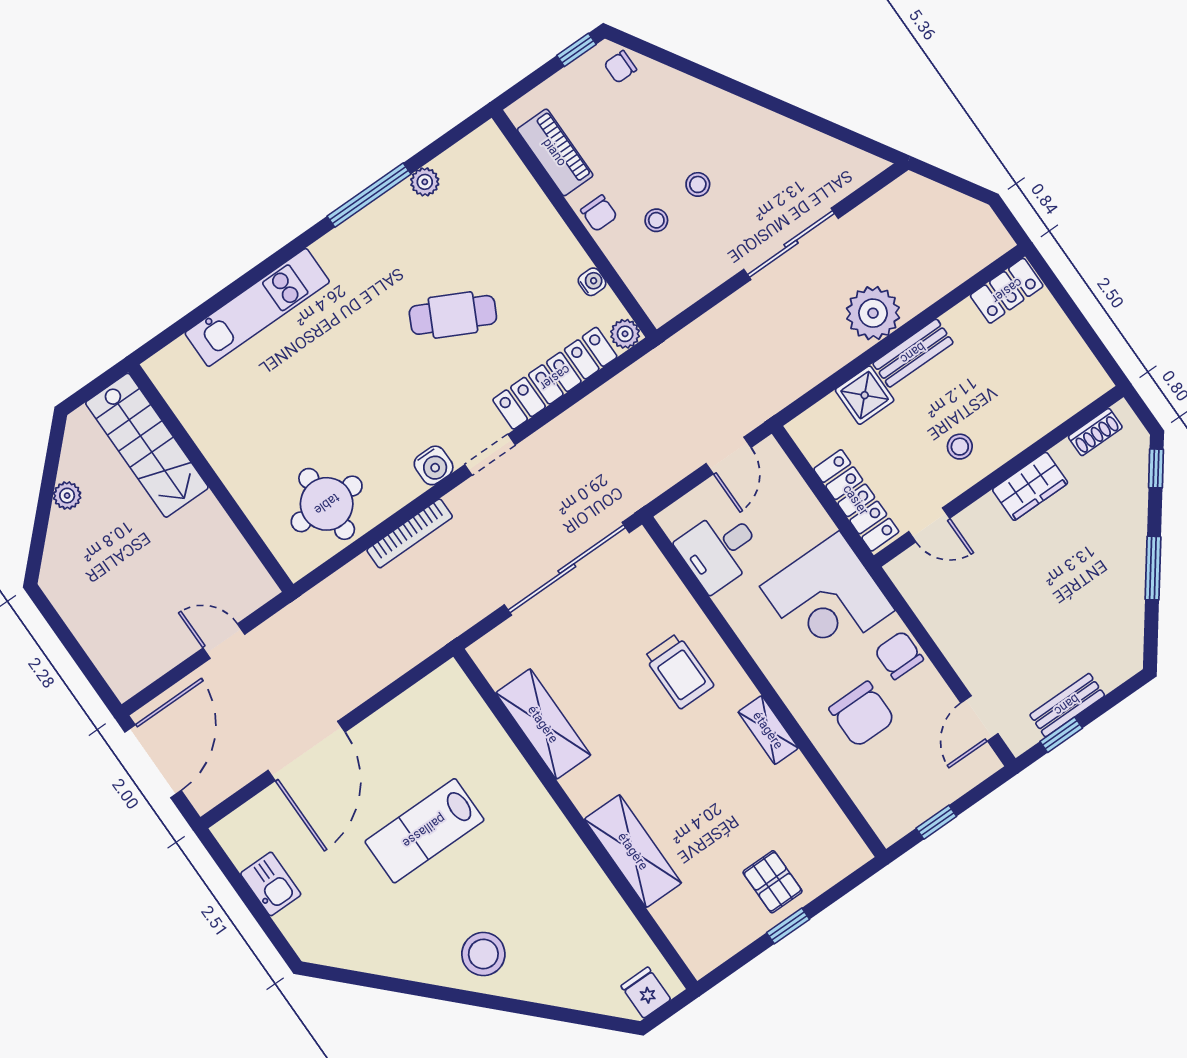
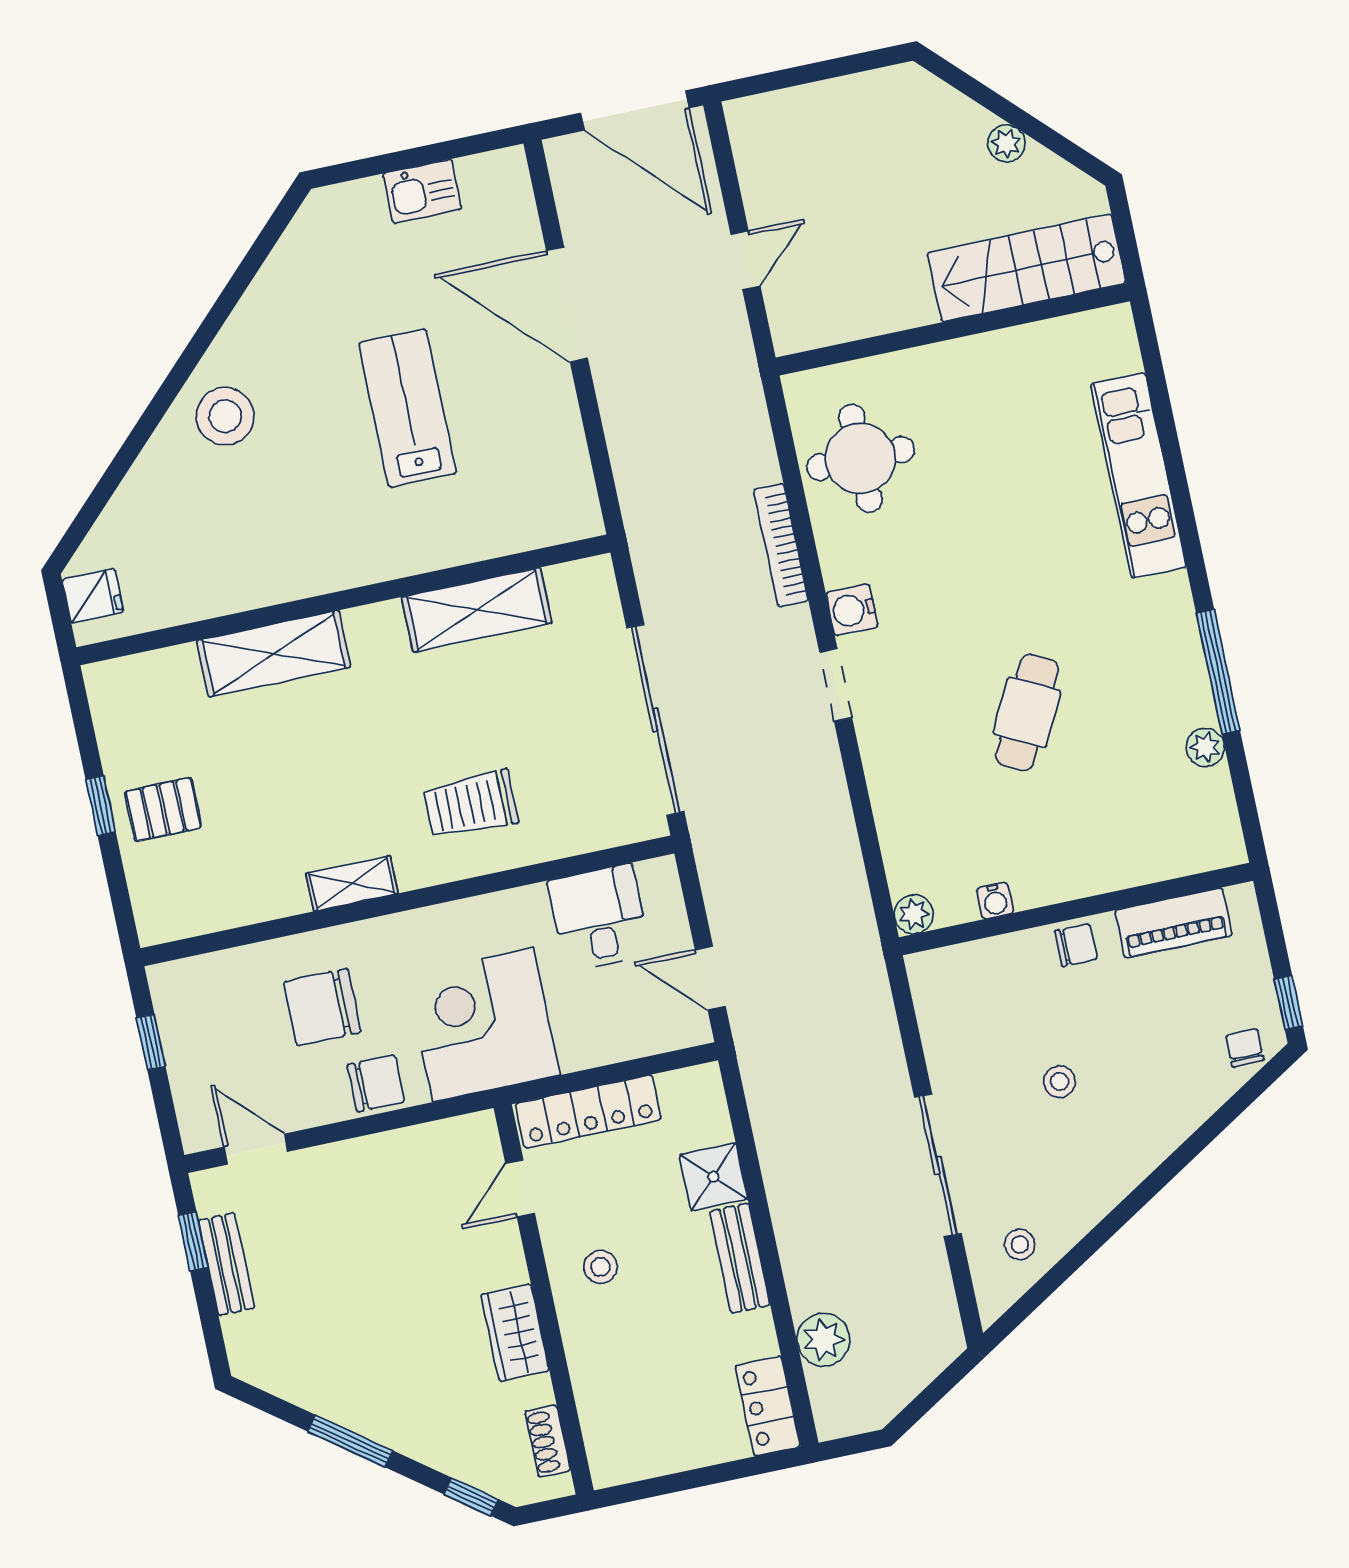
chair: (599, 213) -> (1076, 945), turned 180
stool: (656, 220) -> (1020, 1244), moved
plant: (873, 313) -> (823, 1340), moved, width x0.73, depth x0.73
locker: (555, 378) -> (896, 805), removed

